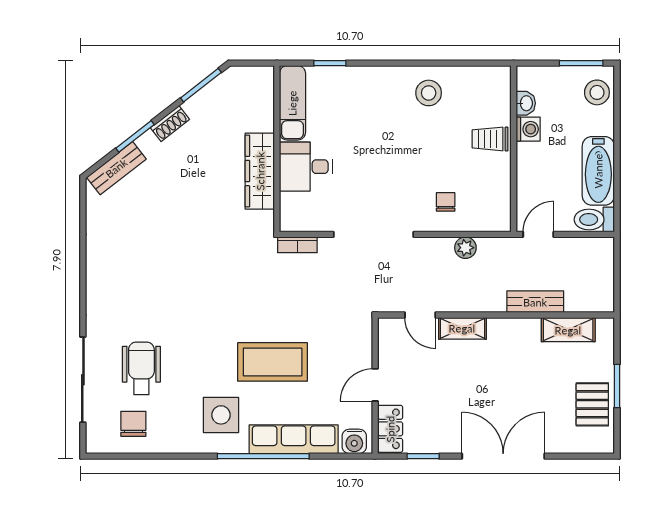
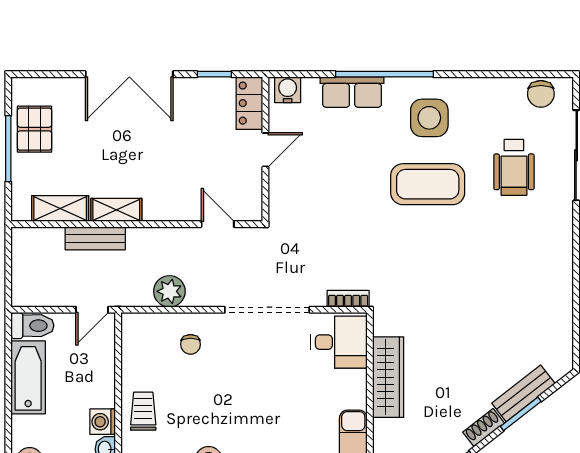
trolley: (490, 139) -> (143, 411), turned -90
desk: (306, 167) -> (339, 342), moved
bench: (116, 168) -> (523, 393), moved
plant: (465, 248) -> (169, 291), width x1.38, depth x1.38
shelving: (462, 328) -> (116, 210), moved
coffee table: (273, 362) -> (428, 184), moved
window: (617, 386) -> (8, 149), width x1.44
chair: (133, 424) -> (541, 94), moved
row of seats: (294, 439) -> (352, 92), width x0.68

